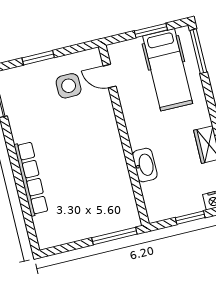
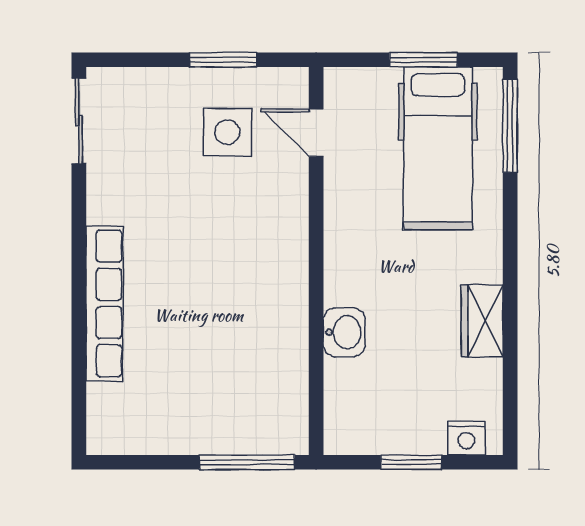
window: (38, 58) -> (223, 60), moved
washbasin: (145, 165) -> (344, 332), width x0.72

